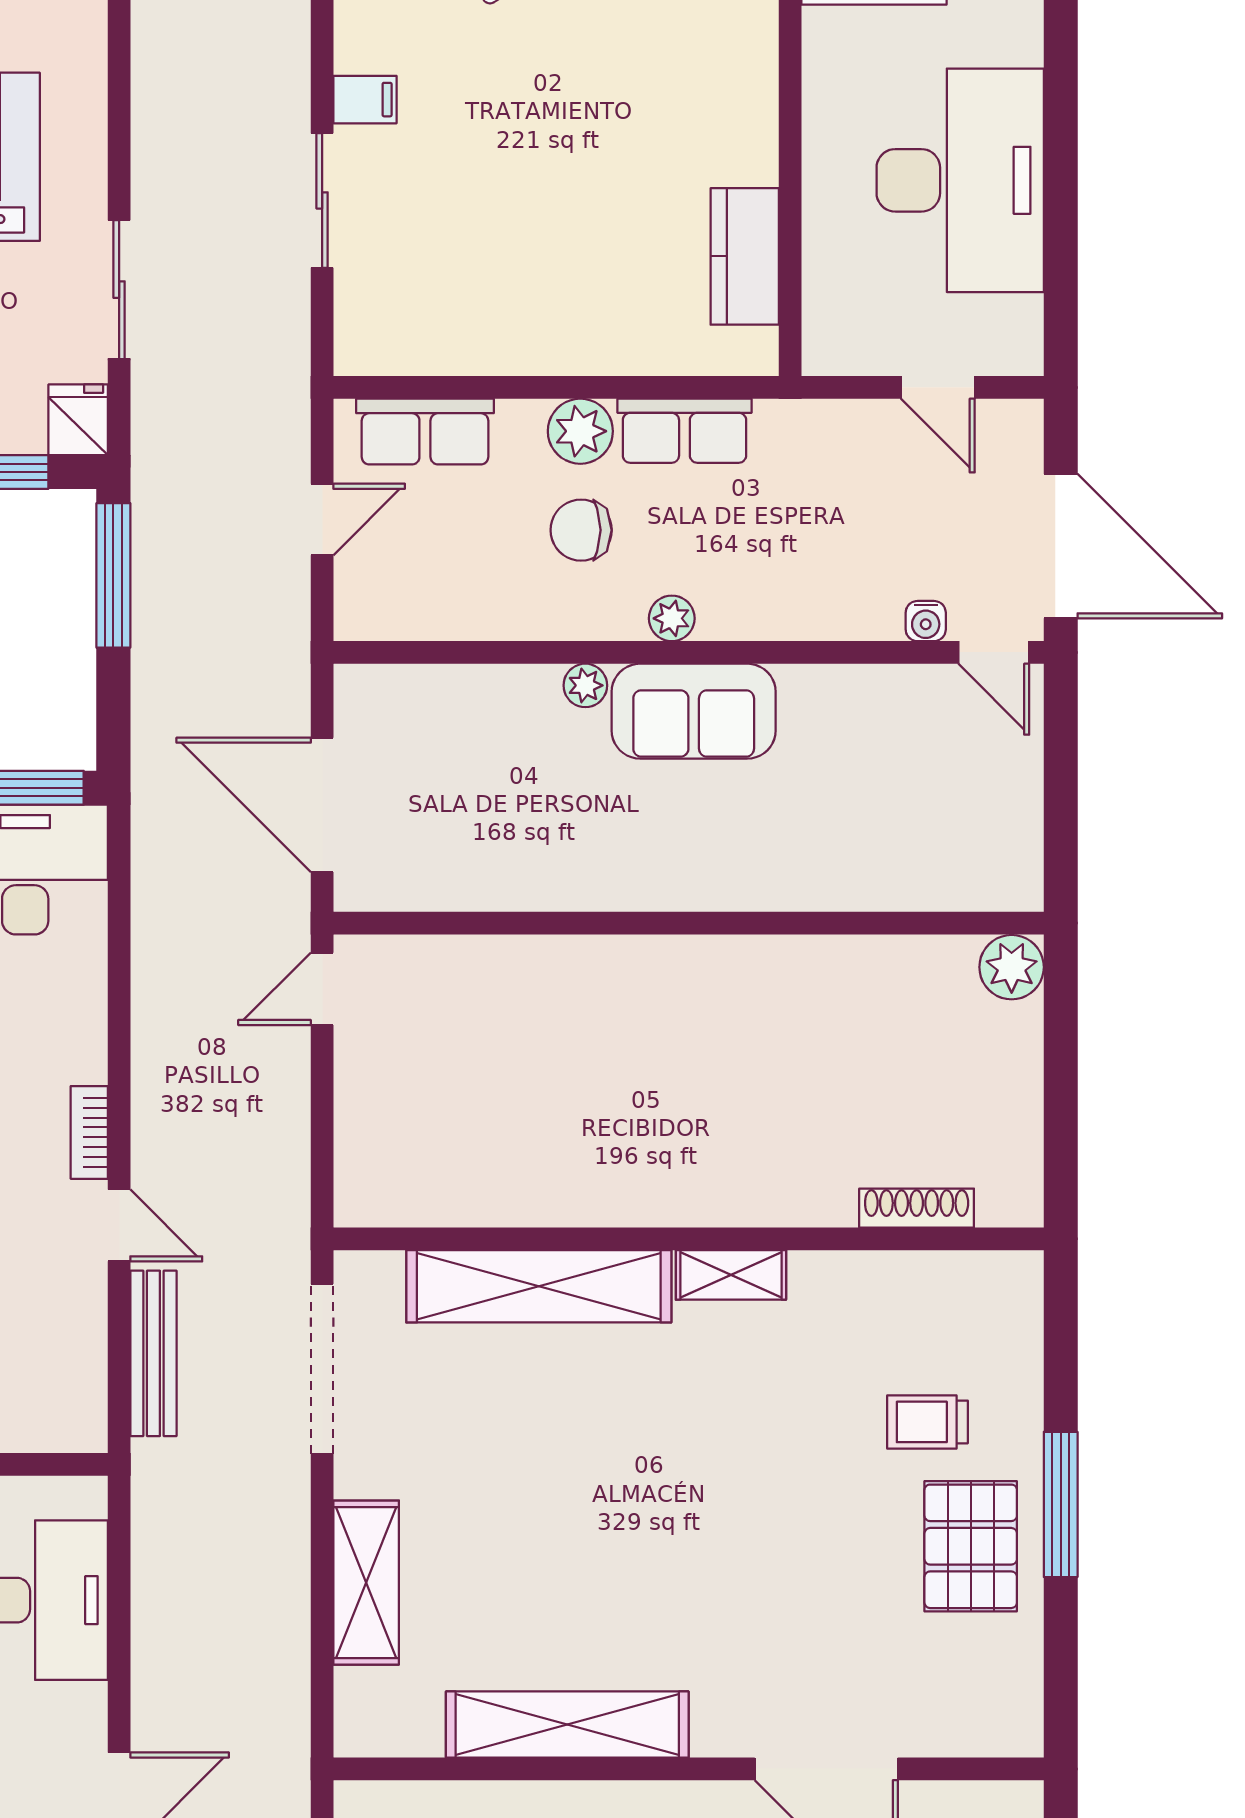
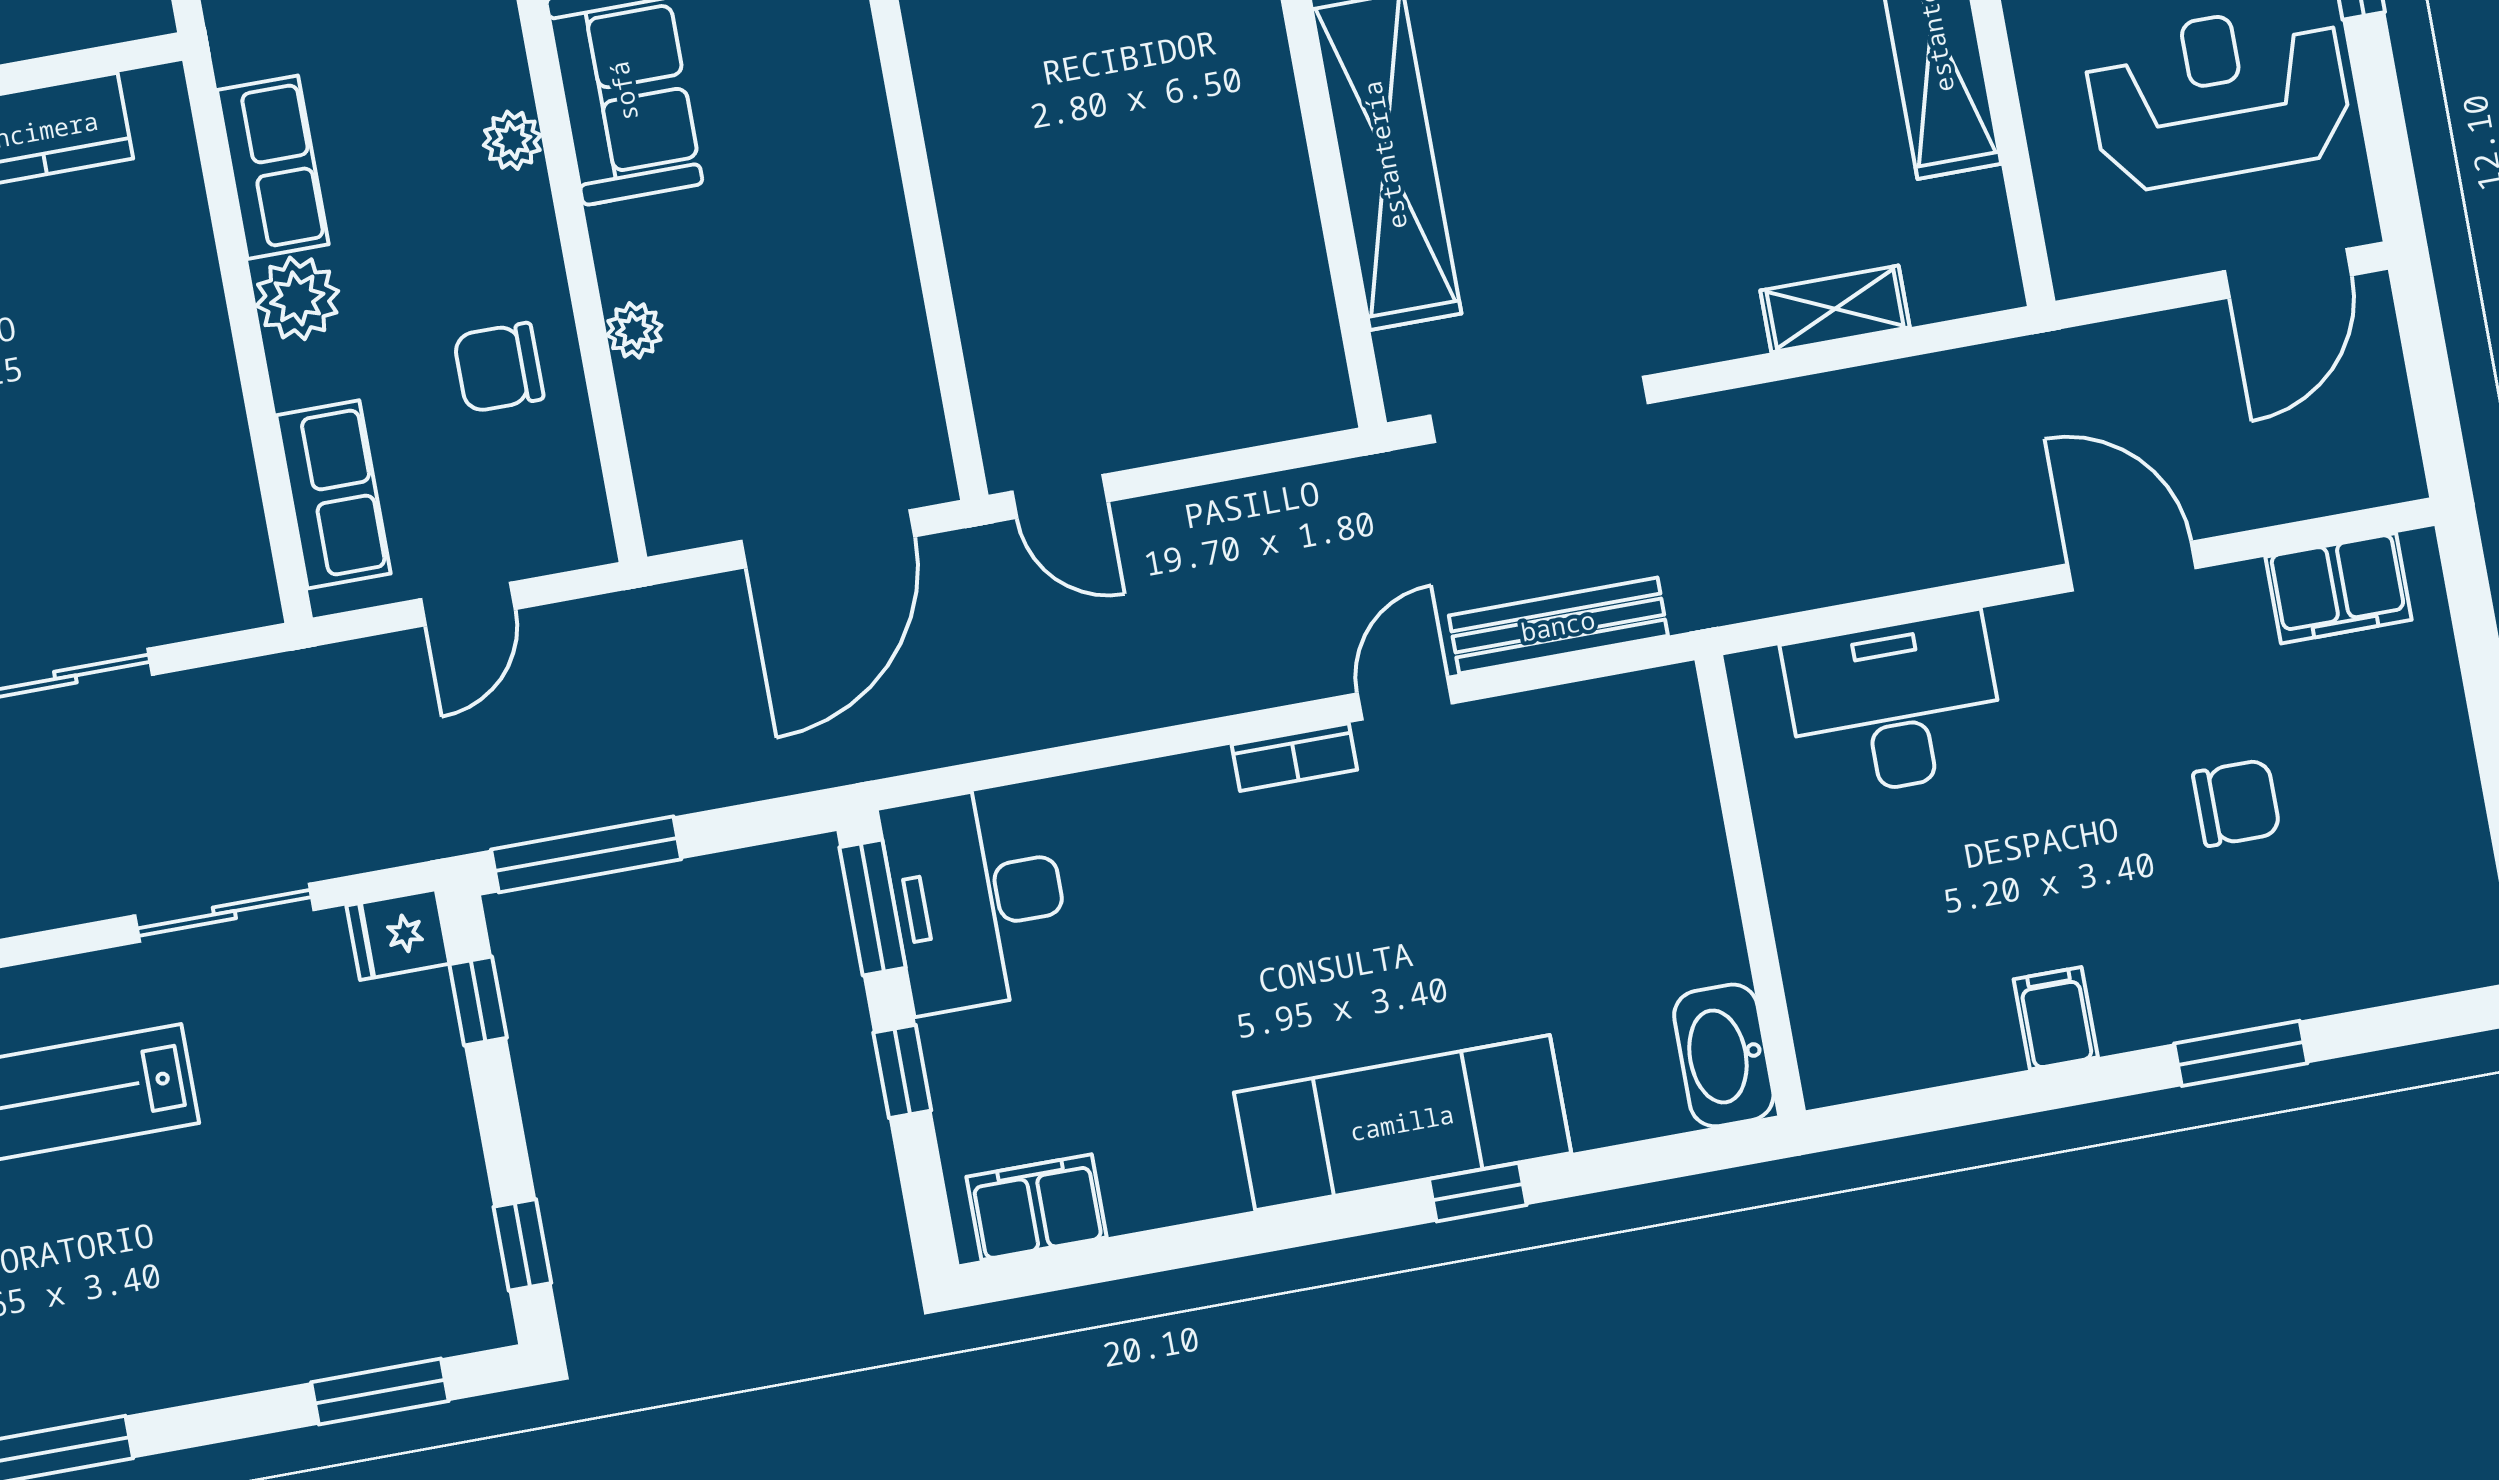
door: (322, 520) -> (468, 604), swing flipped
chair: (581, 530) -> (499, 367), moved, turned 90
plant: (585, 685) -> (634, 330), moved
shelving: (366, 1583) -> (1835, 309), width x0.67, depth x0.75

